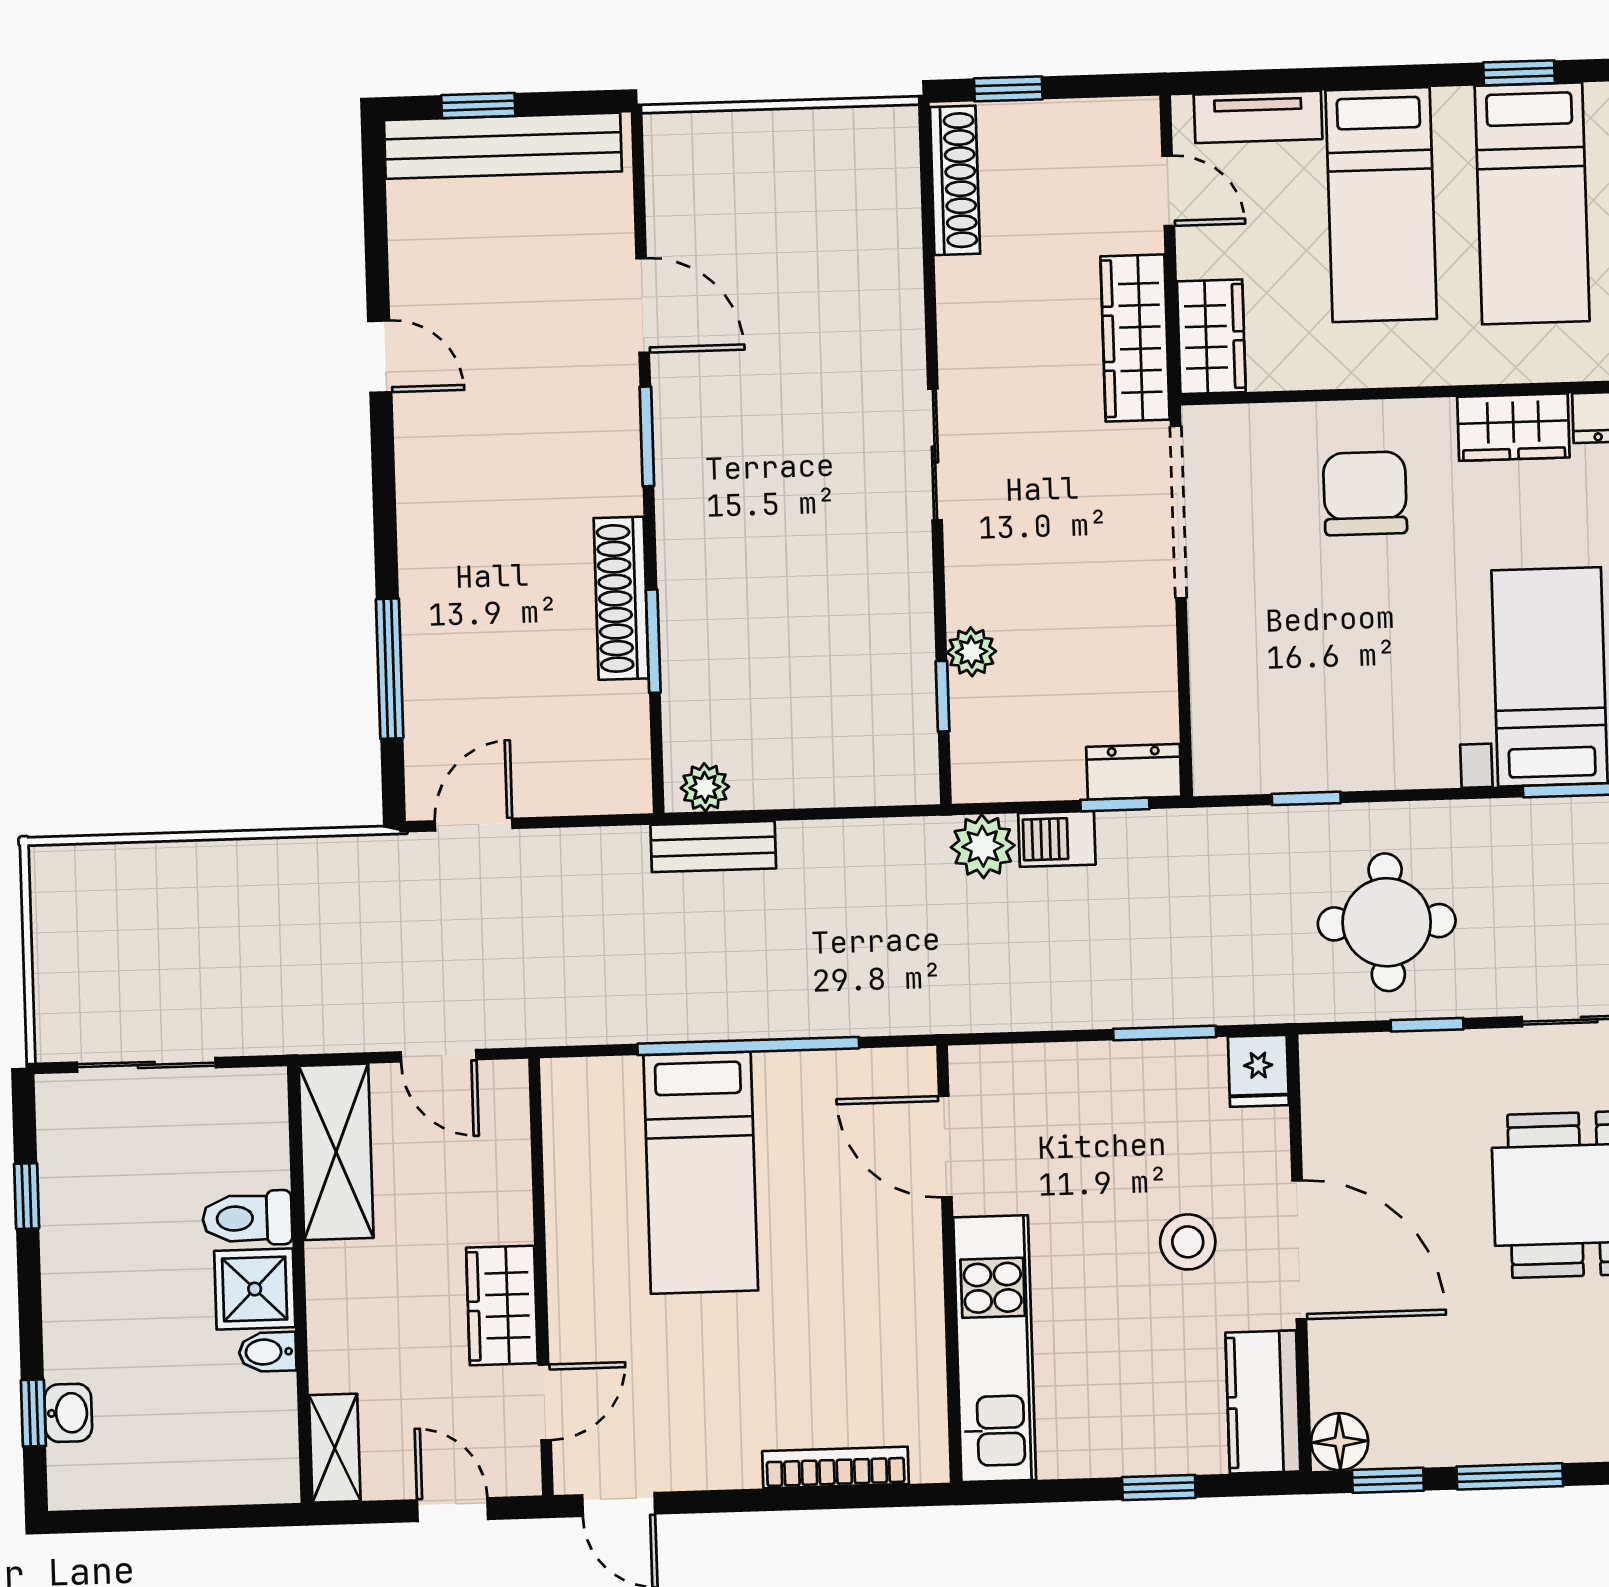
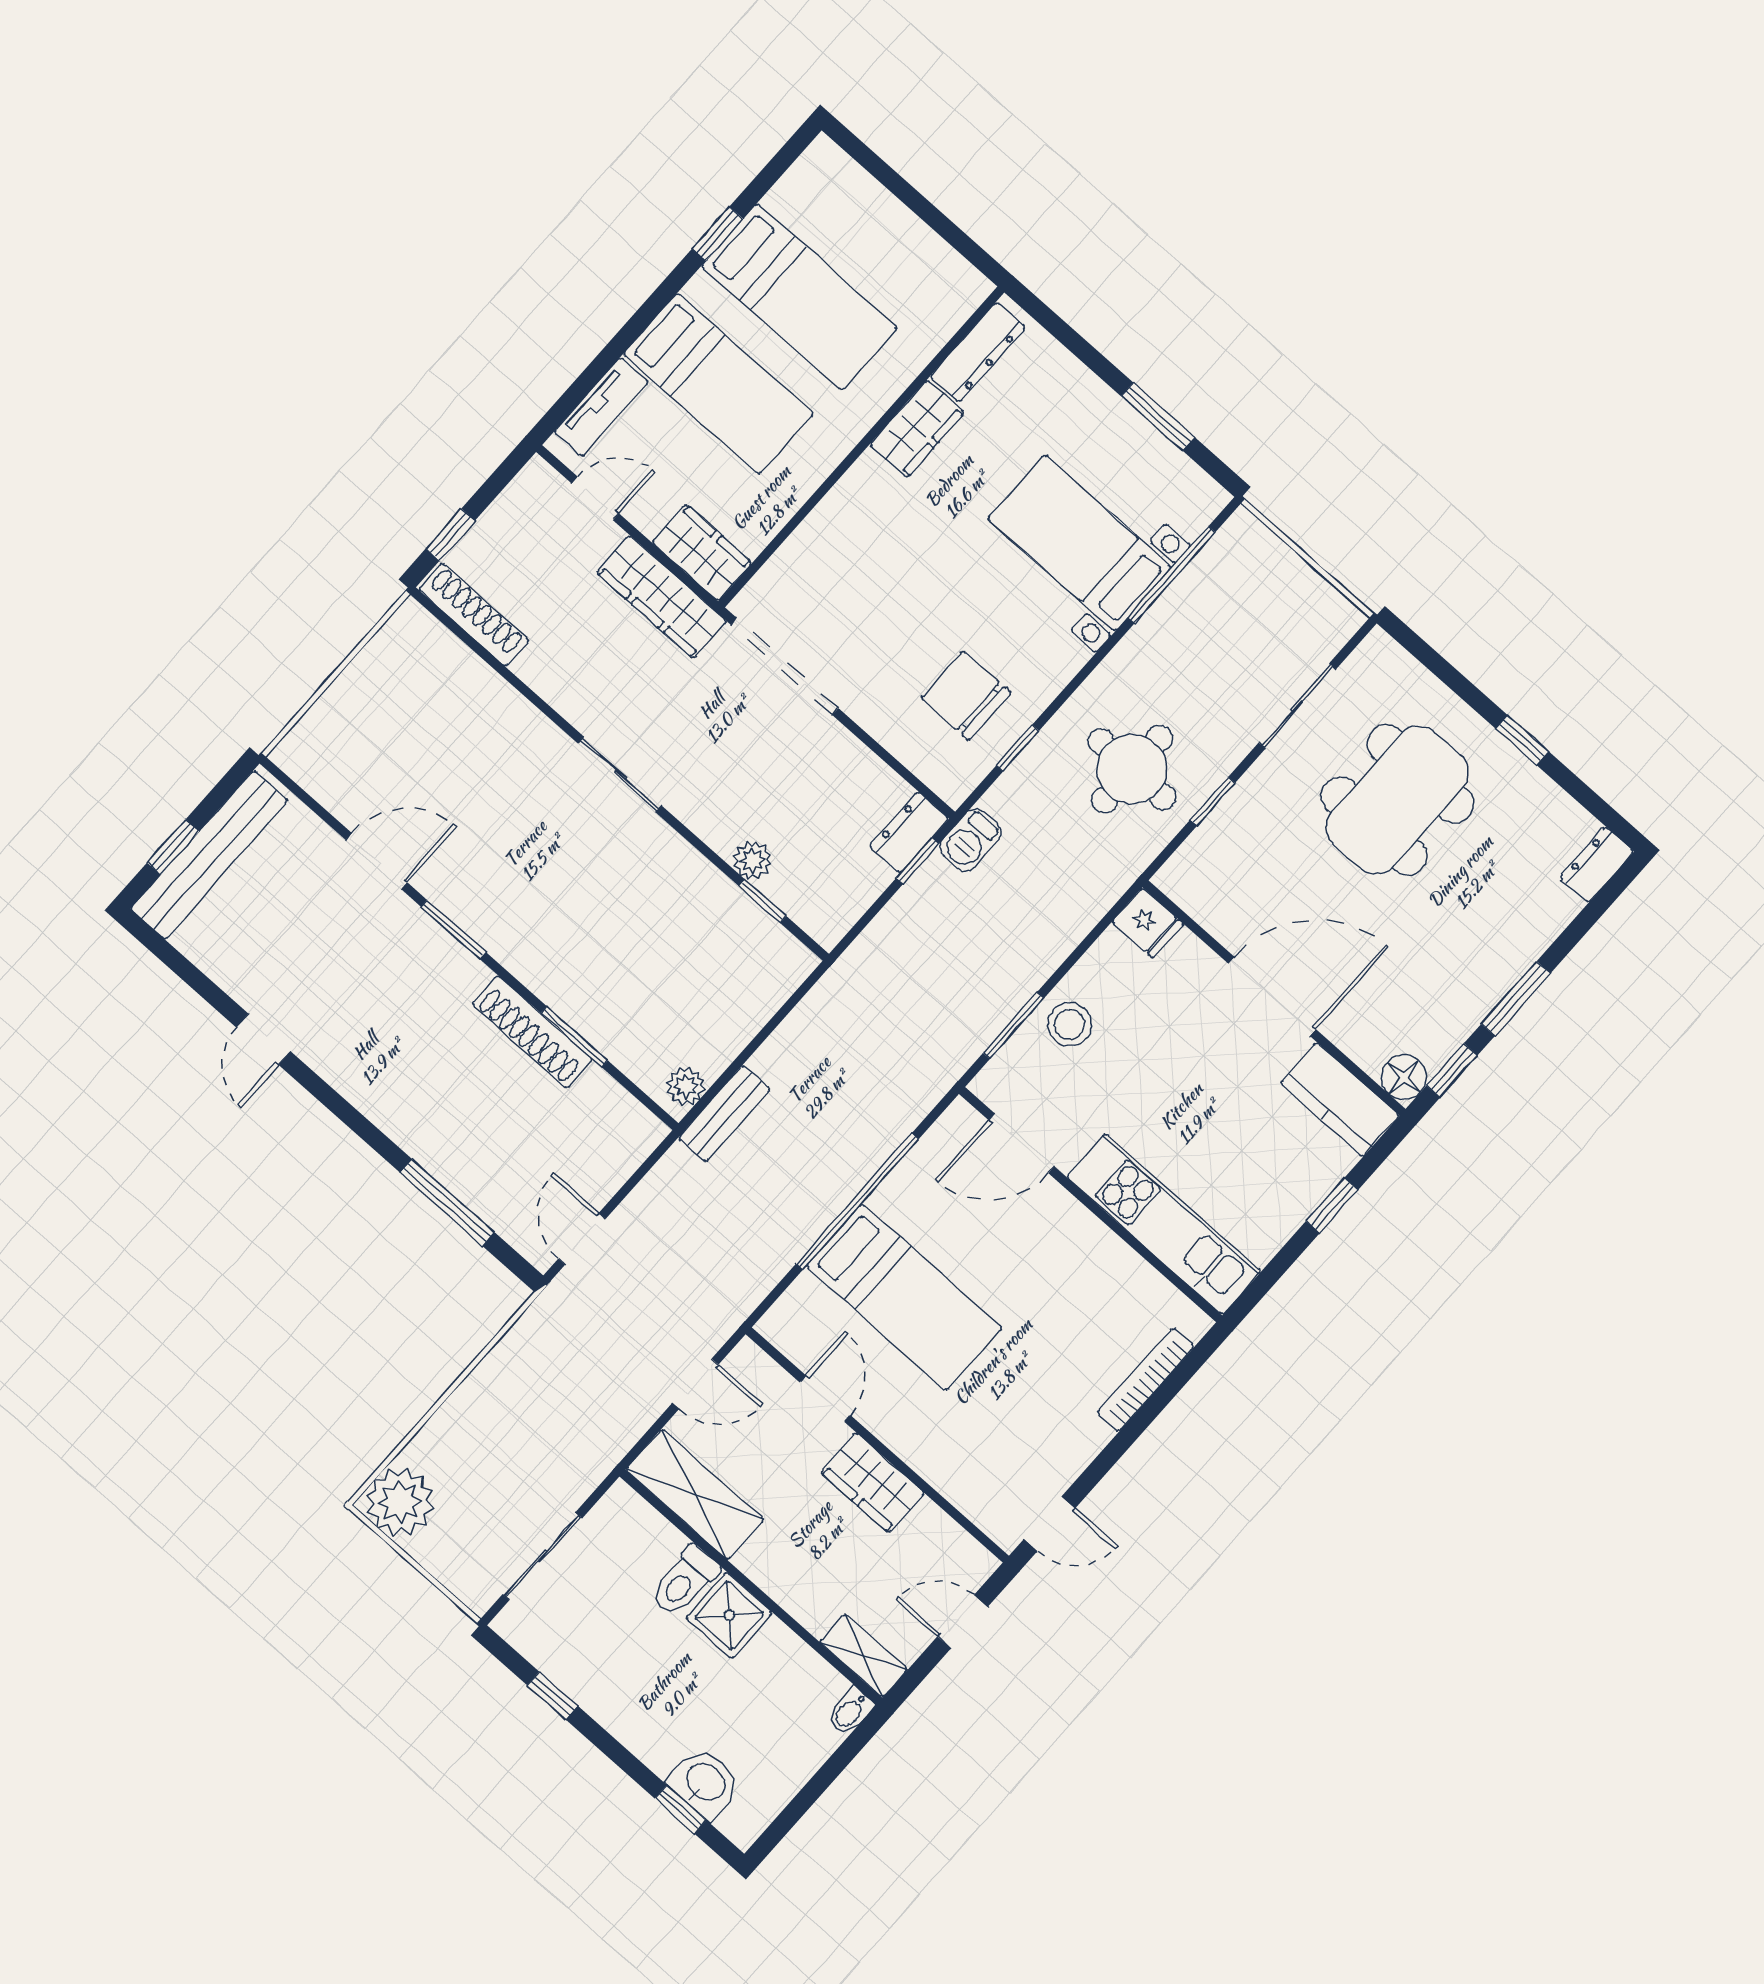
door: (380, 357) -> (263, 1039), swing flipped
chair: (1365, 493) -> (966, 696), moved
barbecue: (1057, 839) -> (970, 840), moved
plant: (983, 846) -> (400, 1502), moved, width x1.36, depth x1.36
window: (1165, 1033) -> (1014, 1026), moved
stool: (1188, 1242) -> (1070, 1025), moved
bidet: (268, 1352) -> (850, 1711), moved
door: (545, 1402) -> (825, 1399), moved
washbasin: (68, 1413) -> (705, 1783), width x1.38, depth x1.45

